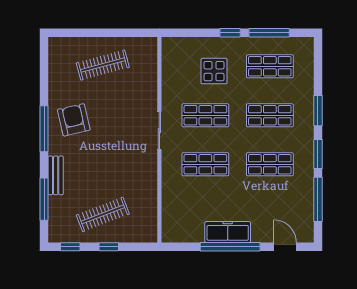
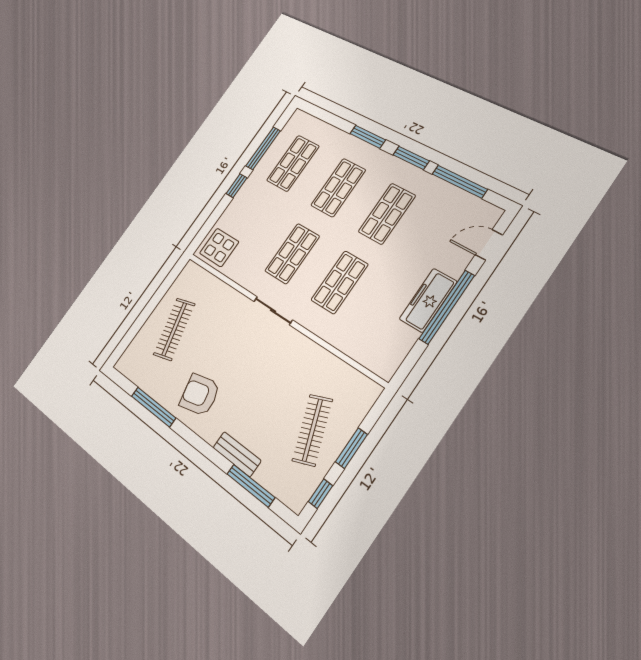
display table: (214, 71) -> (219, 247), moved
window: (44, 129) -> (153, 407), moved
window: (109, 247) -> (351, 448), width x1.50

